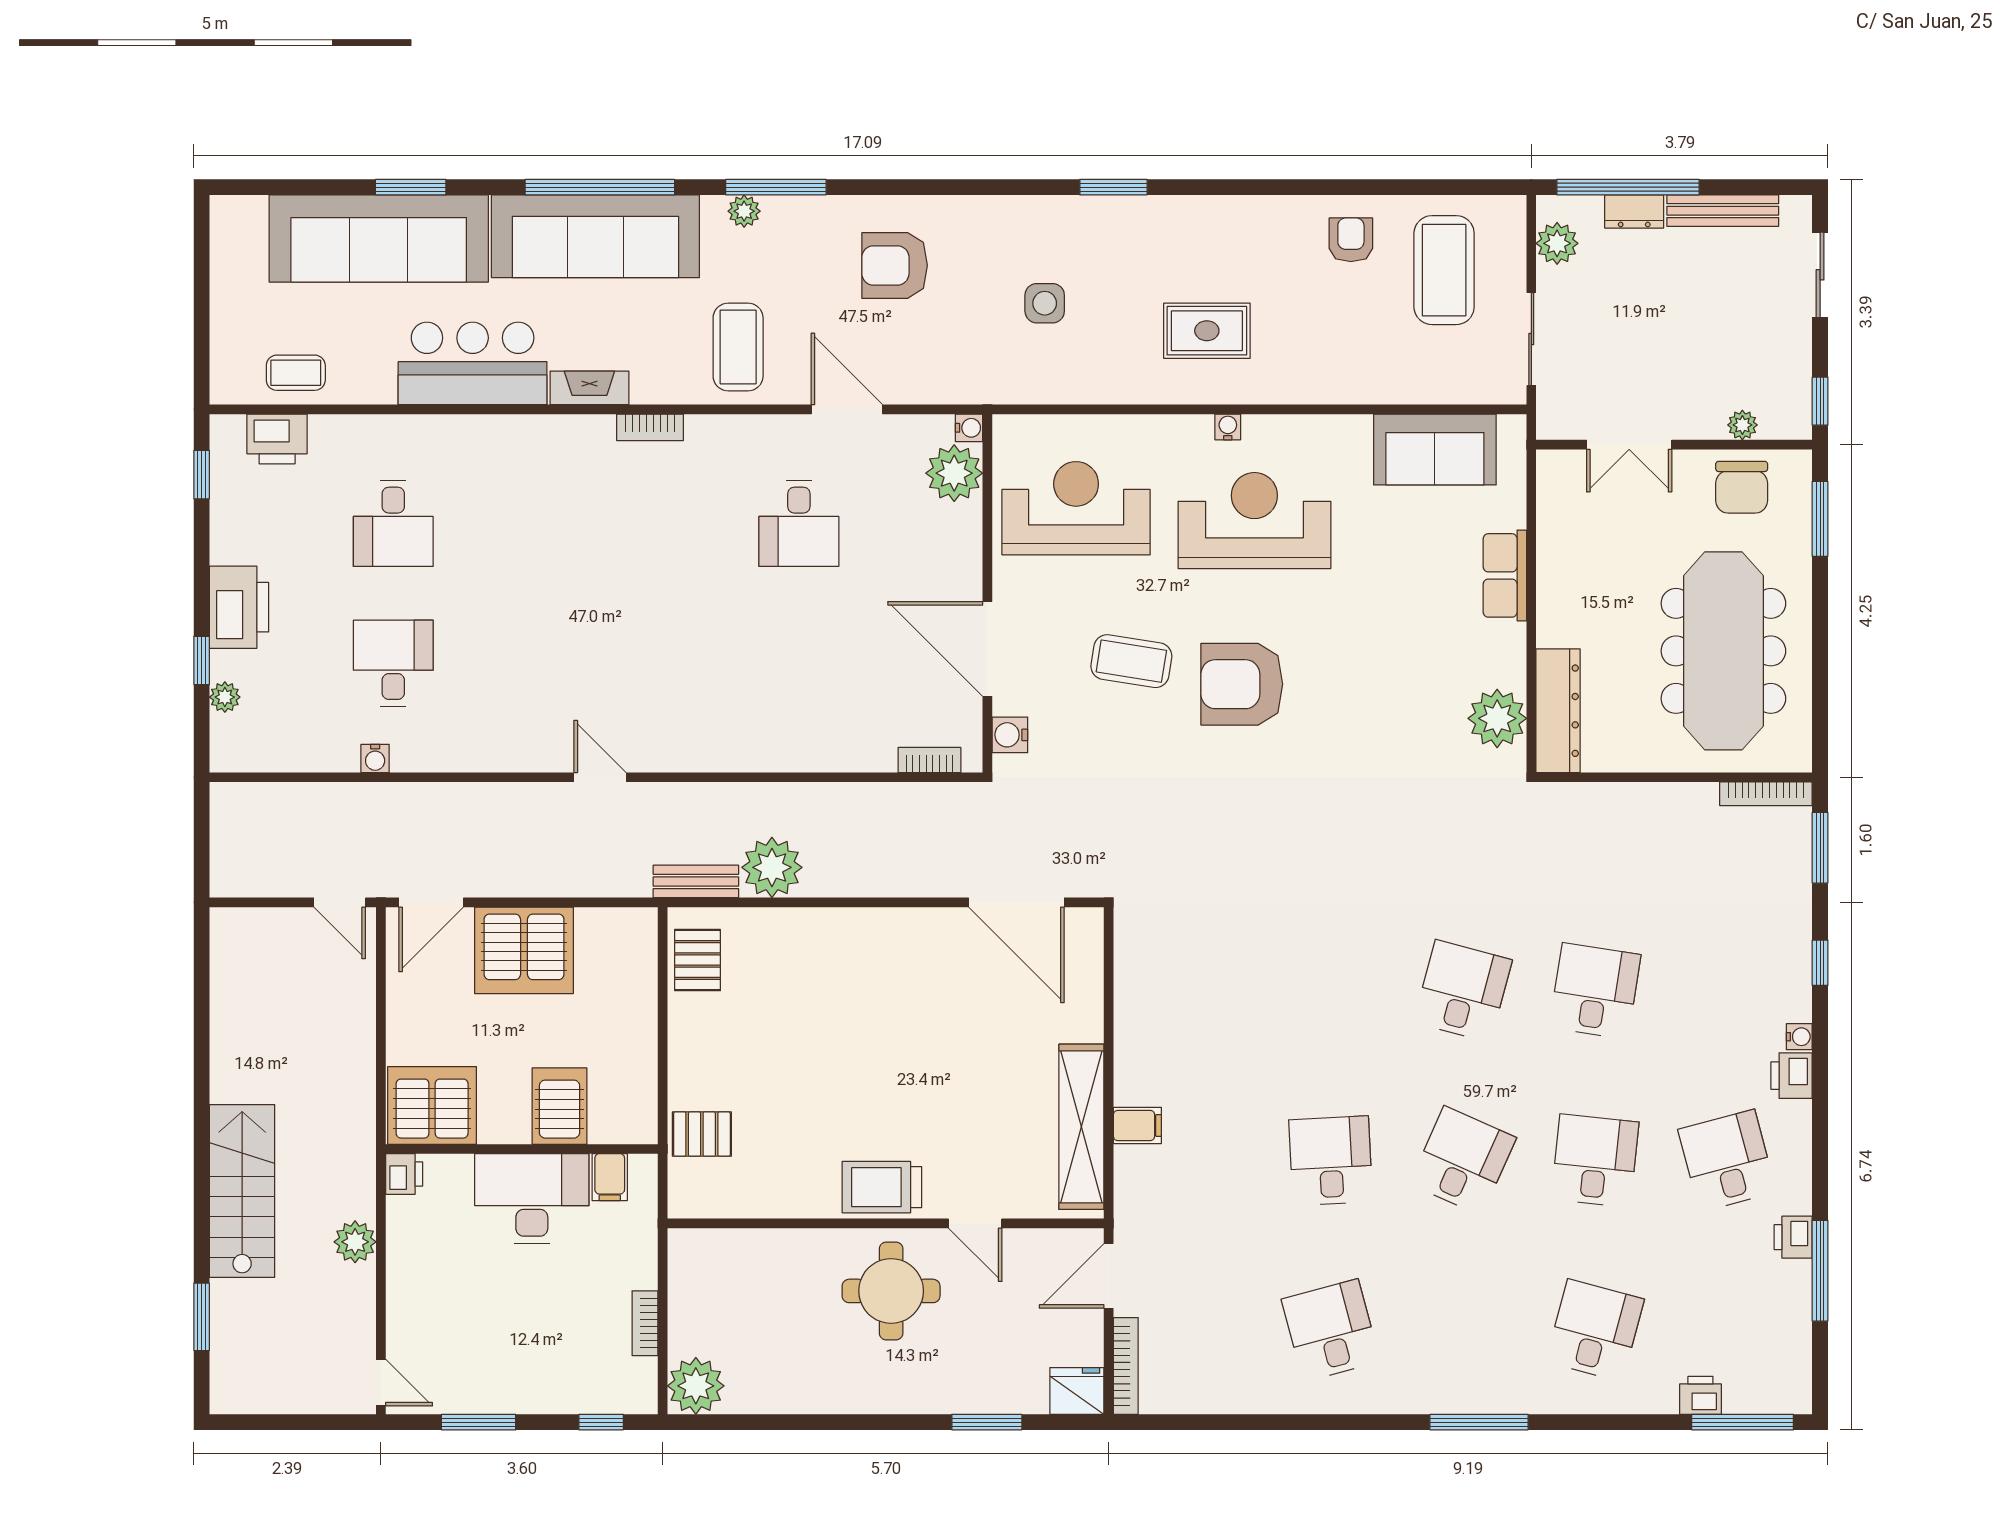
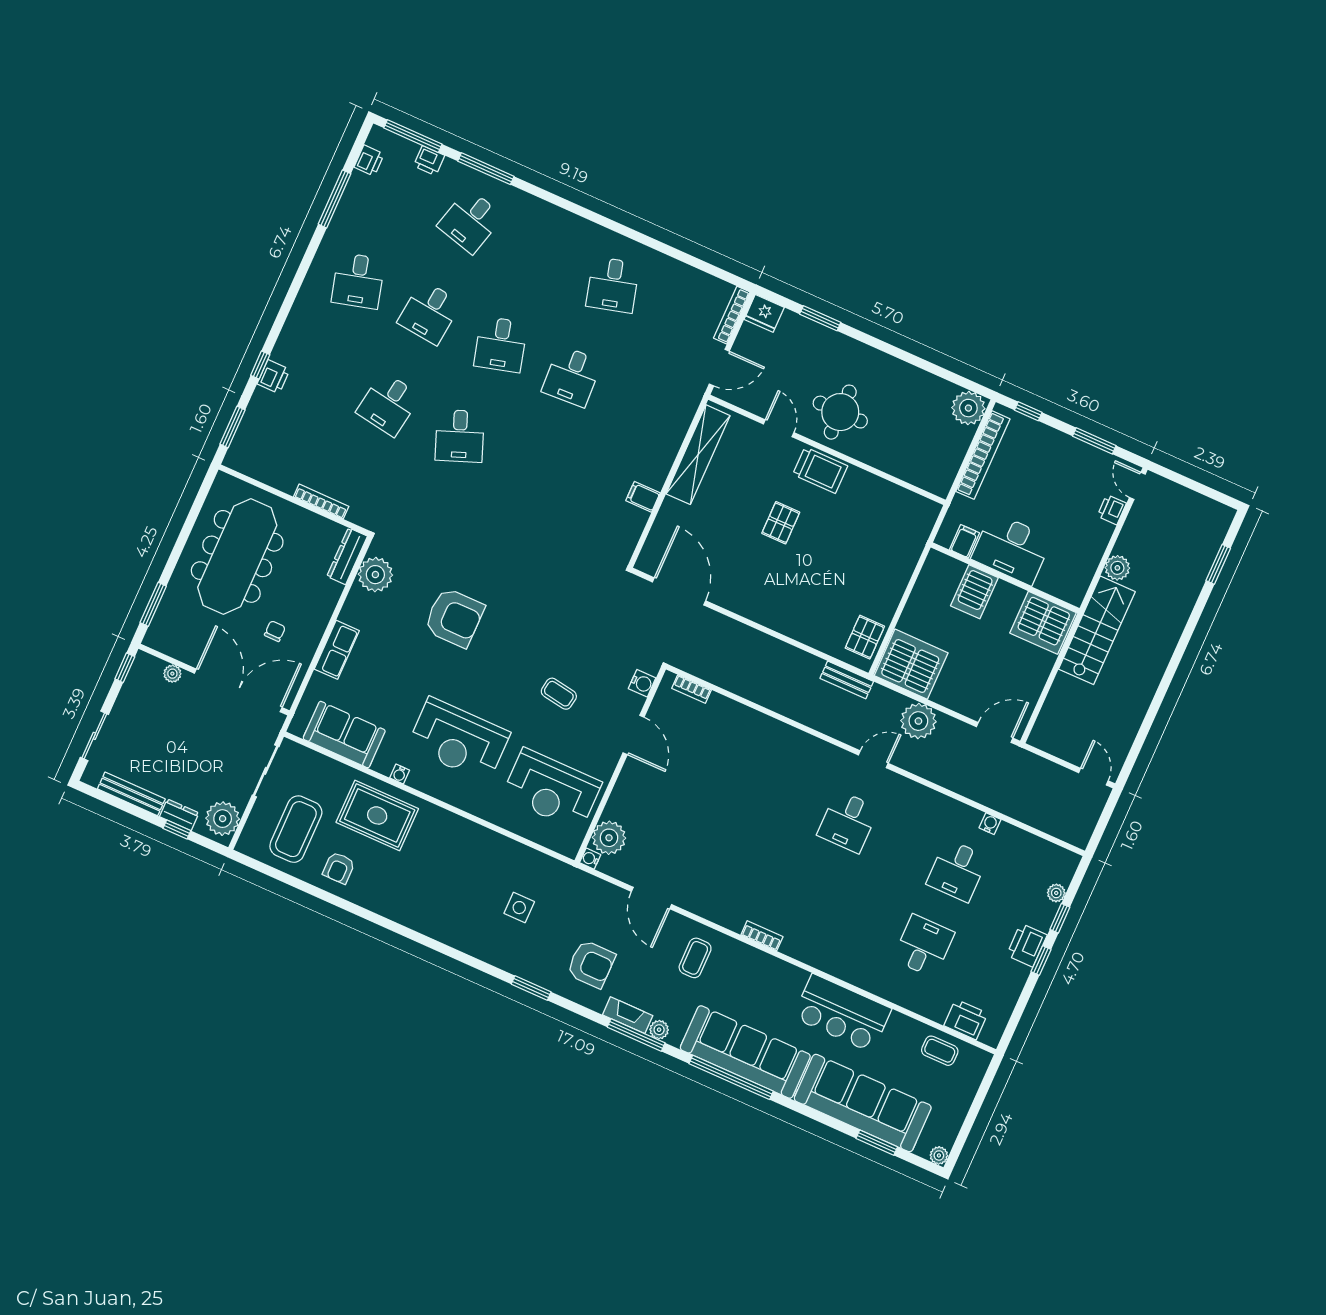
window: (411, 187) -> (877, 1143), moved
window: (1113, 187) -> (531, 988), moved
window: (1628, 187) -> (177, 829), width x0.32
plant: (225, 210) -> (939, 1155), added
plant: (1557, 243) -> (223, 819), width x1.36, depth x1.36
rug: (1207, 331) -> (377, 815), moved, width x1.36, depth x1.43
coffee table: (738, 347) -> (695, 958), width x0.73, depth x0.77
fireplace: (589, 388) -> (628, 1015), moved, turned 180
water cooler: (1228, 427) -> (400, 774), moved
double door: (1629, 445) -> (238, 690), width x1.87
window: (202, 475) -> (1041, 961), moved
chair: (1742, 487) -> (275, 631), moved, width x0.54, depth x0.54
desk: (799, 523) -> (848, 822), moved, turned 180
printer: (239, 607) -> (1027, 945), width x0.73, depth x0.84
door: (987, 649) -> (634, 735), width x0.73
coffee table: (1131, 661) -> (559, 694), width x0.73, depth x0.77
armchair: (1242, 684) -> (454, 618), moved
dresser: (1558, 711) -> (347, 556), width x0.73, depth x0.80
door: (600, 777) -> (873, 759), swing flipped
bookcase: (1766, 794) -> (321, 502), moved
plant: (772, 867) -> (918, 721), moved
door: (340, 902) -> (1093, 777), moved
server rack: (524, 950) -> (911, 664), moved
desk: (1463, 991) -> (460, 436), turned -36
water cooler: (1799, 1037) -> (289, 330), removed
printer: (1792, 1076) -> (274, 377), moved
filing cabinet: (1137, 1125) -> (643, 497), moved
pallet: (702, 1134) -> (781, 523), moved, turned 90
desk: (1463, 1161) -> (501, 344), turned -39
printer: (404, 1174) -> (1112, 510), moved
stairs: (242, 1191) -> (1097, 630), moved, turned 180
printer: (1793, 1237) -> (369, 161), moved
bookcase: (645, 1323) -> (983, 455), width x2.31, depth x1.31
window: (1479, 1422) -> (486, 169), moved

